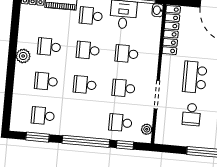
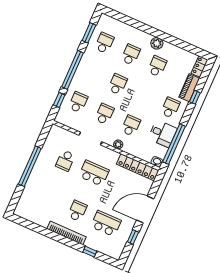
school desk: (88, 50) -> (144, 96), removed
school desk: (191, 115) -> (65, 161), turned -90
plant: (147, 129) -> (118, 144), moved

